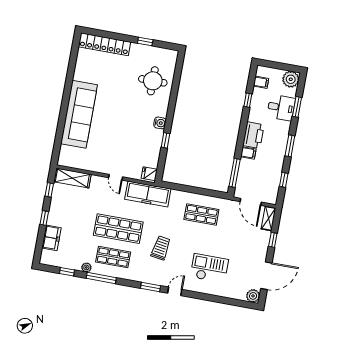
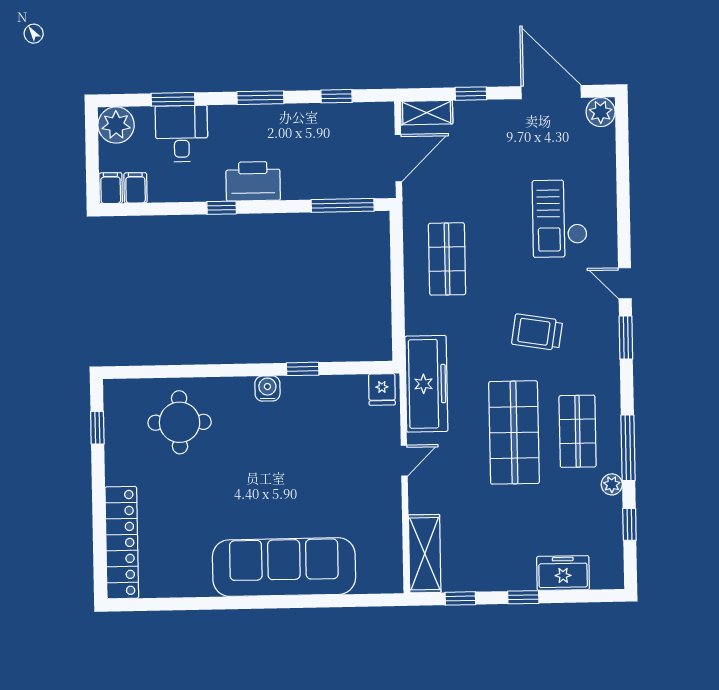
window: (145, 41) -> (97, 428), moved
window: (248, 100) -> (222, 208), moved
filing cabinet: (248, 153) -> (111, 188), moved

